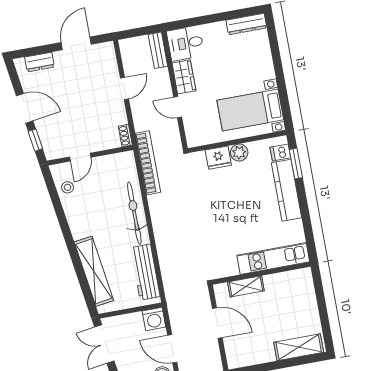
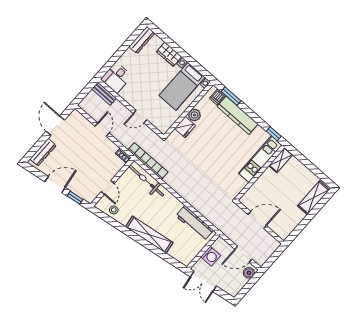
dresser: (40, 62) -> (43, 152), width x1.44
wardrobe: (184, 77) -> (169, 54), moved, turned 180
bicycle: (134, 213) -> (146, 181), moved
window: (310, 242) -> (274, 134), added
shelving: (94, 271) -> (149, 235), moved
shelving: (246, 286) -> (281, 160), moved
washing machine: (154, 319) -> (211, 256), moved

